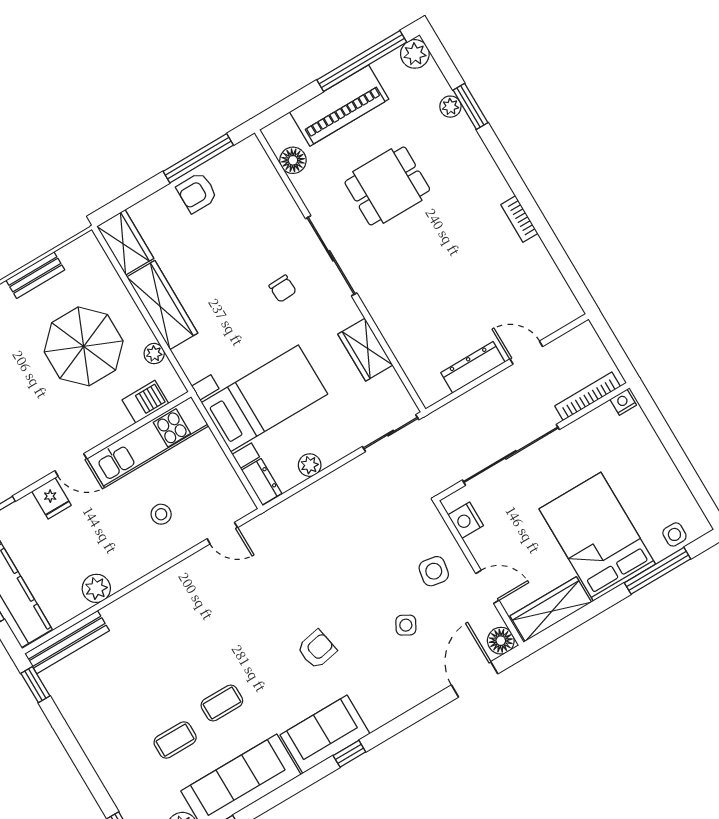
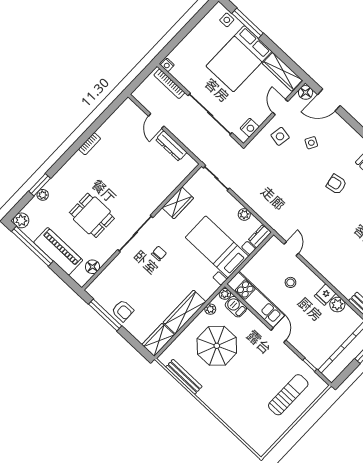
bench: (35, 275) -> (184, 377), width x1.36
plant: (174, 388) -> (225, 294), added
fridge: (52, 498) -> (325, 295), moved, turned 180

